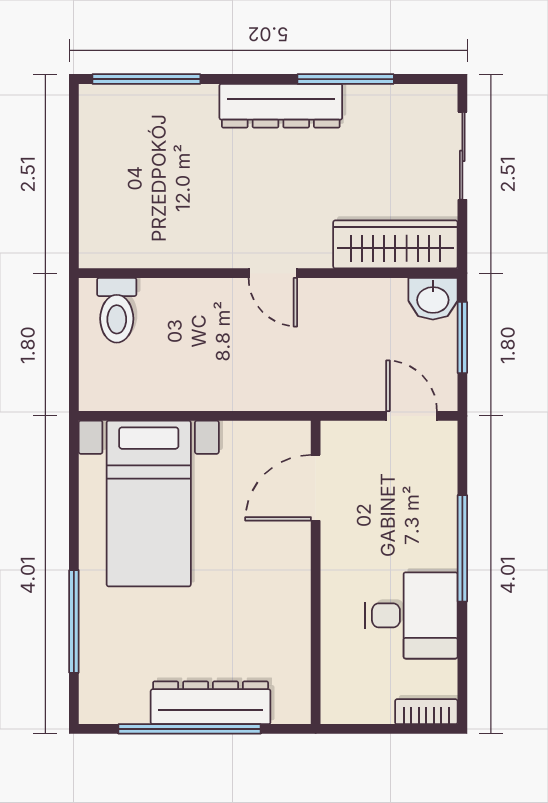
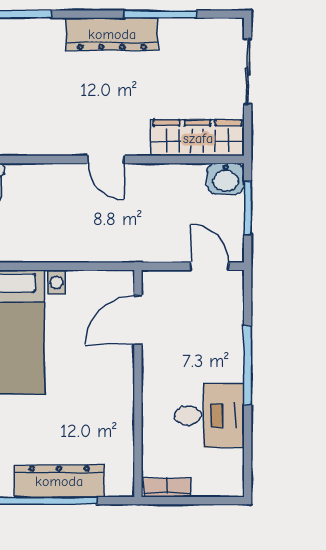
bookcase: (426, 712) -> (167, 488), moved

